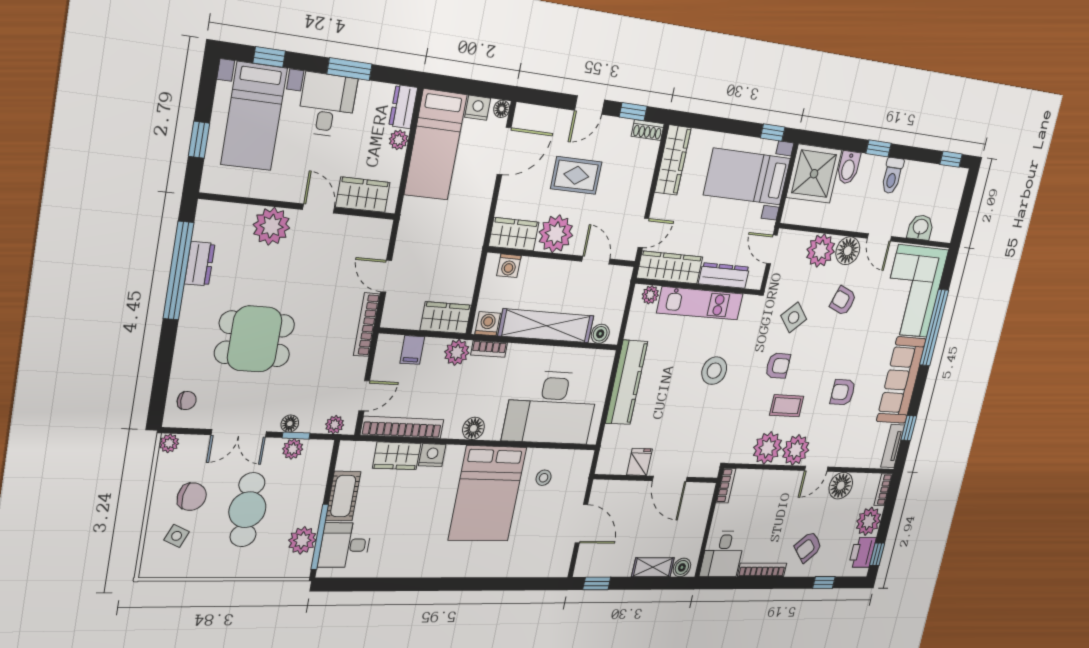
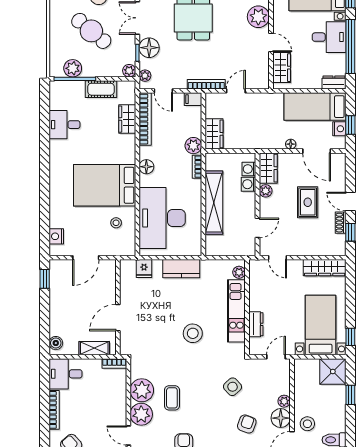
window: (350, 69) -> (350, 47), width x2.11
window: (476, 88) -> (350, 125), added
floor lamp: (502, 109) -> (291, 144), moved
shoe rack: (648, 130) -> (341, 223), moved
plant: (399, 140) -> (315, 83), removed
window: (879, 148) -> (350, 395), moved
bidet: (848, 167) -> (335, 402), removed
shower: (814, 174) -> (333, 371), width x0.73, depth x0.73
door: (319, 209) -> (271, 43), hinge flipped
stool: (864, 212) -> (307, 424), added
plant: (556, 234) -> (266, 191), width x0.53, depth x0.53
plant: (821, 251) -> (284, 401), width x0.53, depth x0.53
wardrobe: (670, 267) -> (258, 282), removed
dresser: (724, 275) -> (256, 324), width x0.70
washing machine: (488, 324) -> (249, 184), moved, turned 180
boiler: (600, 334) -> (212, 242), removed
filing cabinet: (412, 350) -> (193, 99), moved
armchair: (778, 366) -> (199, 383), removed
kitchen counter: (626, 382) -> (181, 269), width x0.67
floor lamp: (290, 424) -> (149, 48), width x1.89, depth x1.89
plant: (293, 449) -> (129, 71), moved
nightstand: (432, 455) -> (56, 236), moved, turned 180
fridge: (639, 462) -> (144, 269), moved, turned 90
cafe table: (247, 510) -> (91, 31), turned 40
desk: (345, 545) -> (64, 125), moved, turned -90
shelving: (653, 567) -> (94, 348), moved, turned 90

